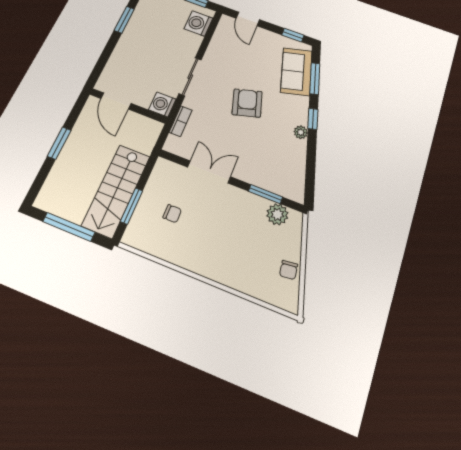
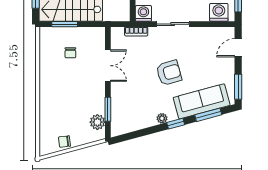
window: (293, 35) -> (238, 87), width x1.50
sofa: (296, 72) -> (202, 101), width x1.36

